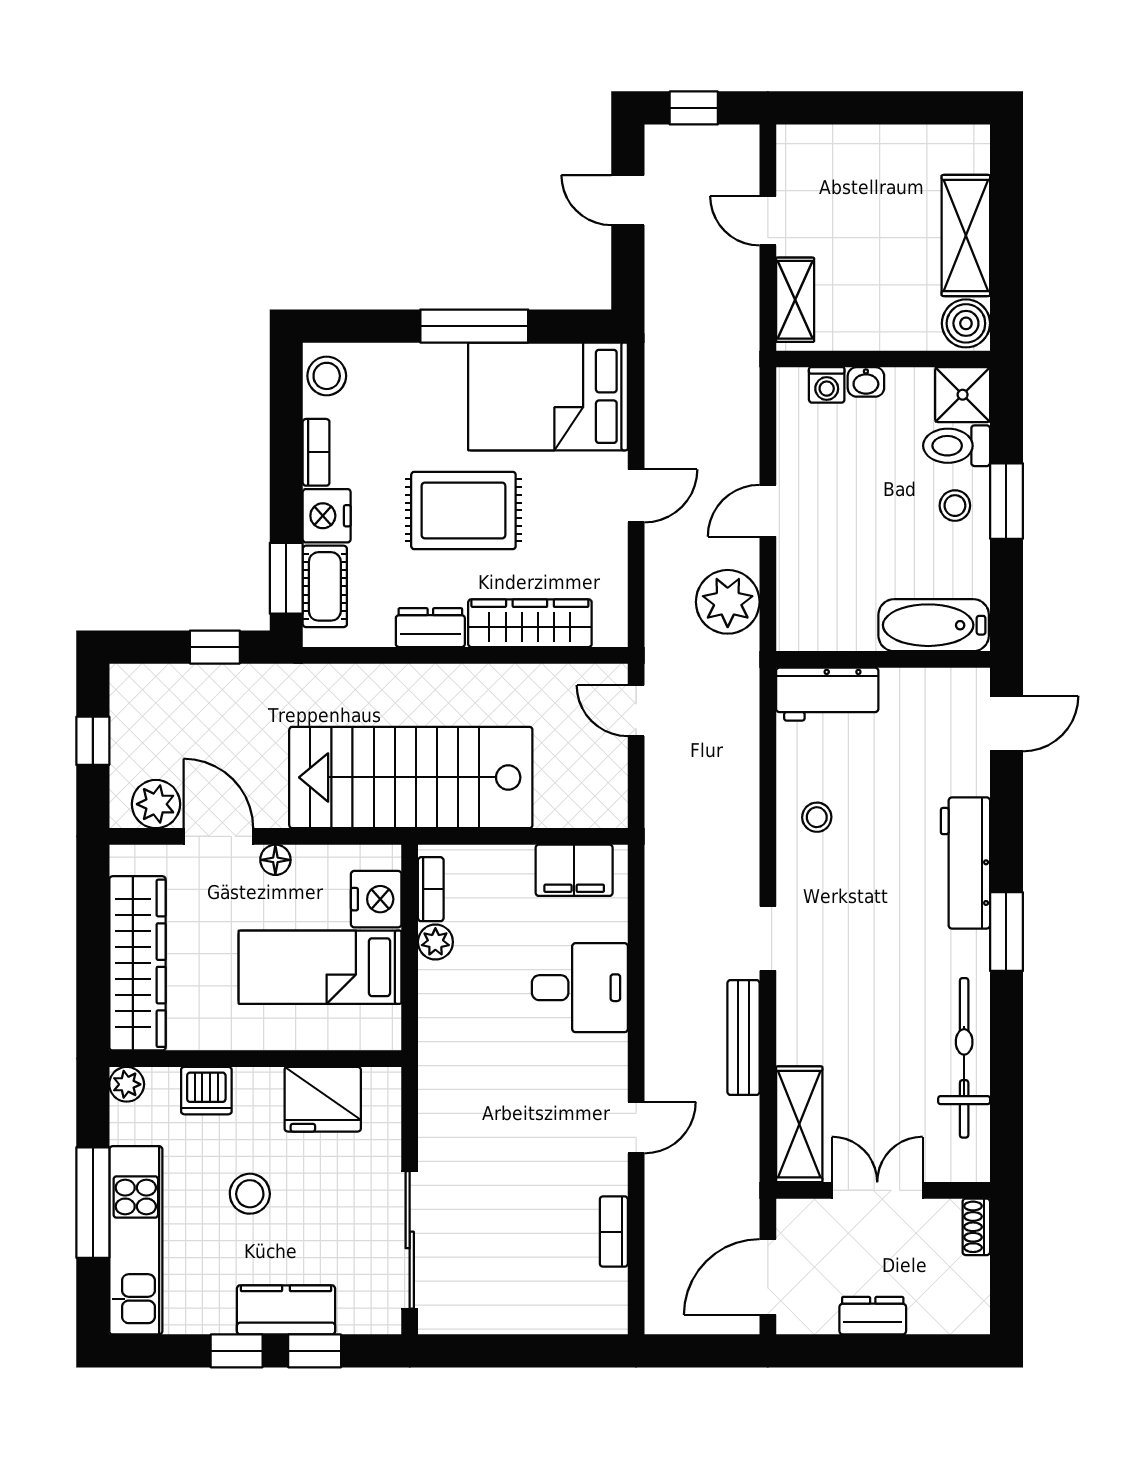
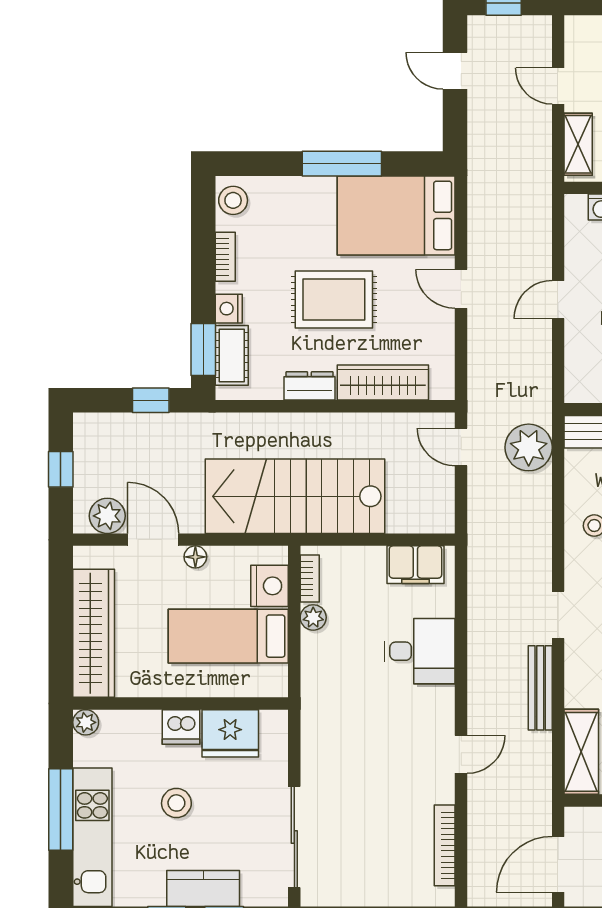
door: (636, 496) -> (461, 289), swing flipped
nightstand: (327, 516) -> (229, 309), width x0.74, depth x0.75
plant: (728, 602) -> (529, 447), moved
dishwasher: (206, 1091) -> (181, 727), moved
bookcase: (614, 1232) -> (445, 845), width x1.56

